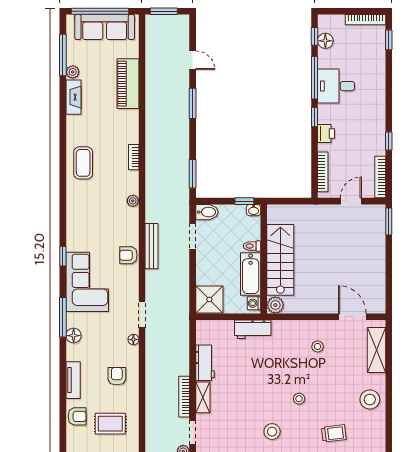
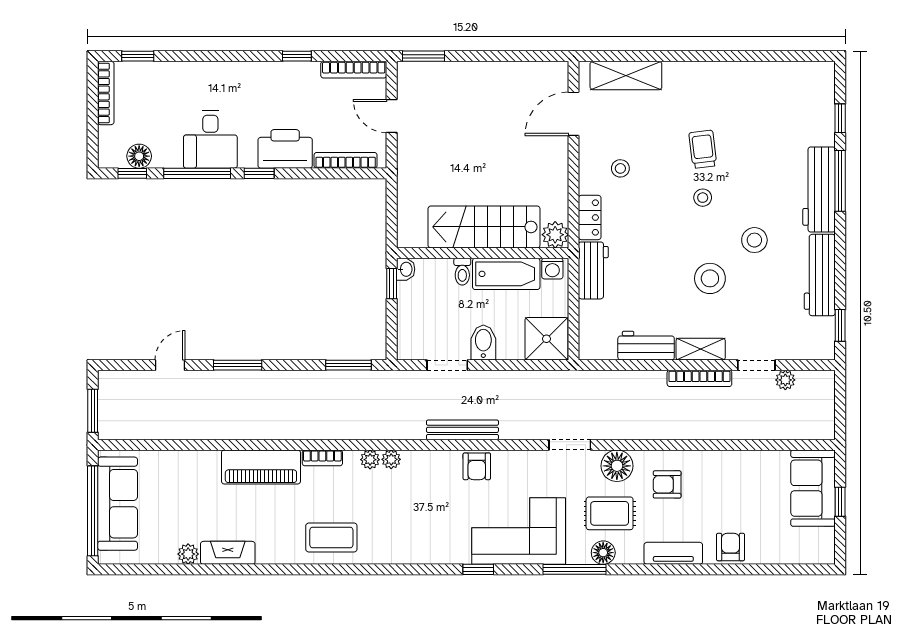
window: (63, 55) -> (162, 569), removed
piano: (128, 84) -> (261, 467), moved
printer: (326, 133) -> (285, 149), width x1.87, depth x1.48
plant: (133, 187) -> (370, 460), added
bidet: (207, 212) -> (483, 343), moved
locker: (286, 327) -> (590, 217), added
floor lamp: (133, 340) -> (617, 466), width x1.89, depth x1.89
stool: (370, 399) -> (710, 278), moved
rug: (110, 424) -> (610, 513), moved, turned 90
trolley: (334, 433) -> (703, 149), moved

